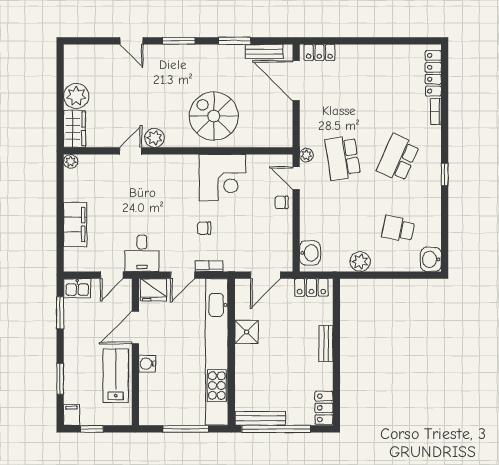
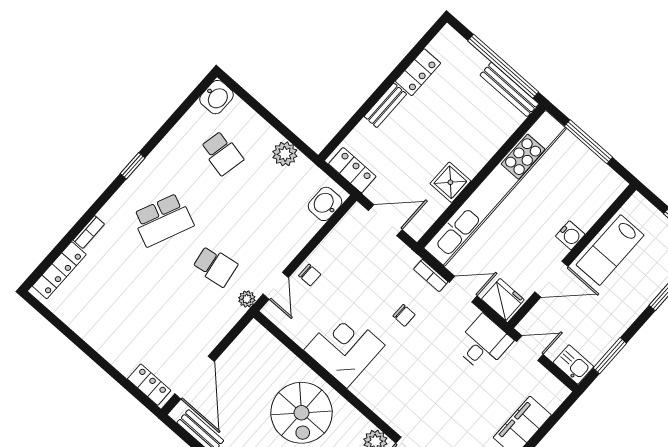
school desk: (343, 158) -> (215, 266), width x0.54
locker: (324, 408) -> (418, 72), moved

